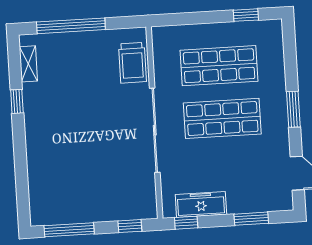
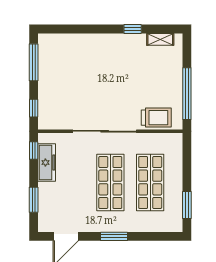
window: (246, 15) -> (187, 205), width x1.50
window: (71, 26) -> (187, 94), moved
trolley: (132, 63) -> (156, 118), turned 180

